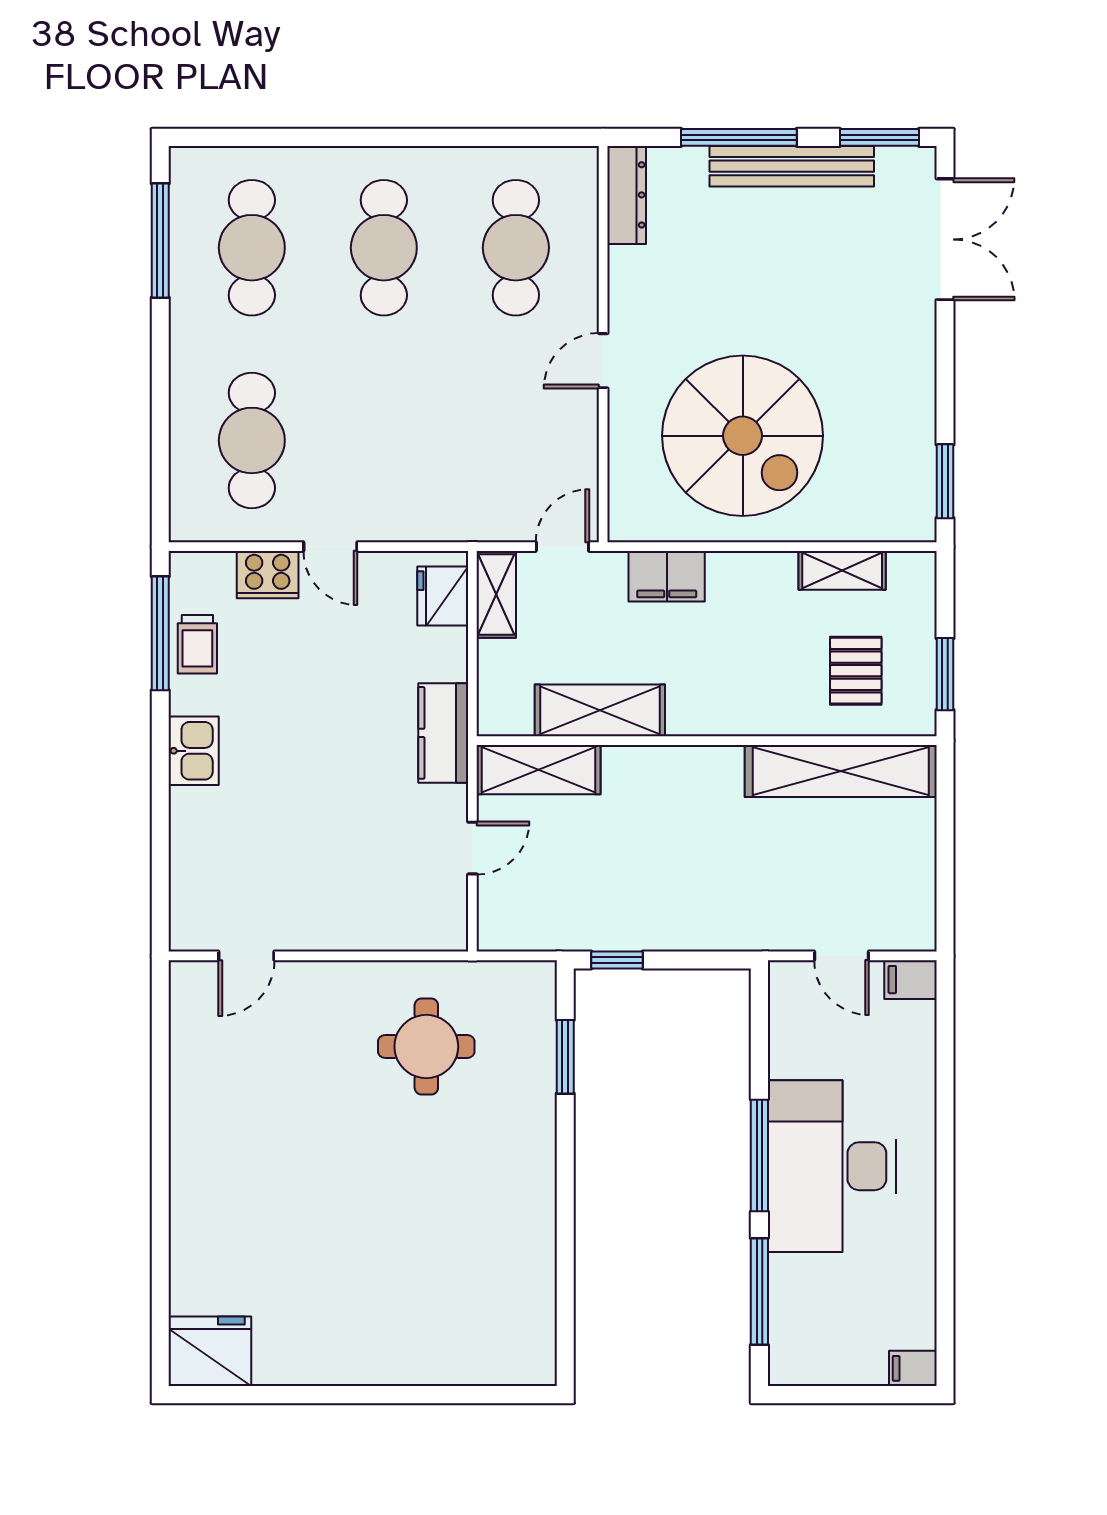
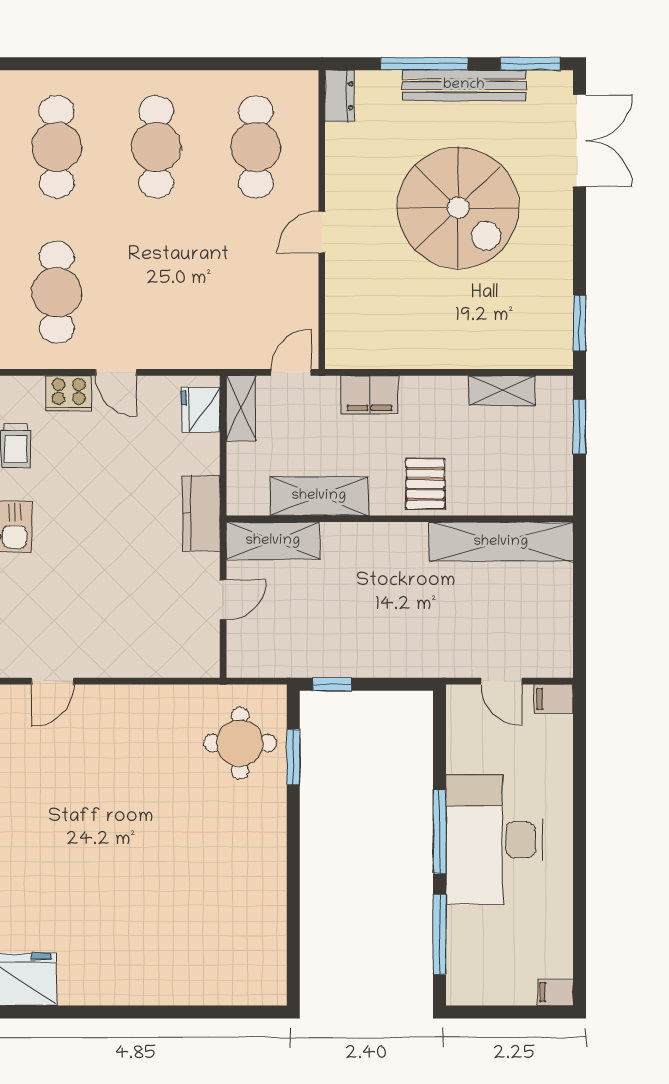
dresser: (627, 195) -> (339, 96), width x0.70
spiral stairs: (743, 436) -> (458, 208), moved
pallet: (856, 671) -> (425, 484), moved
window: (945, 674) -> (580, 427), moved
round table: (426, 1047) -> (240, 743), moved

